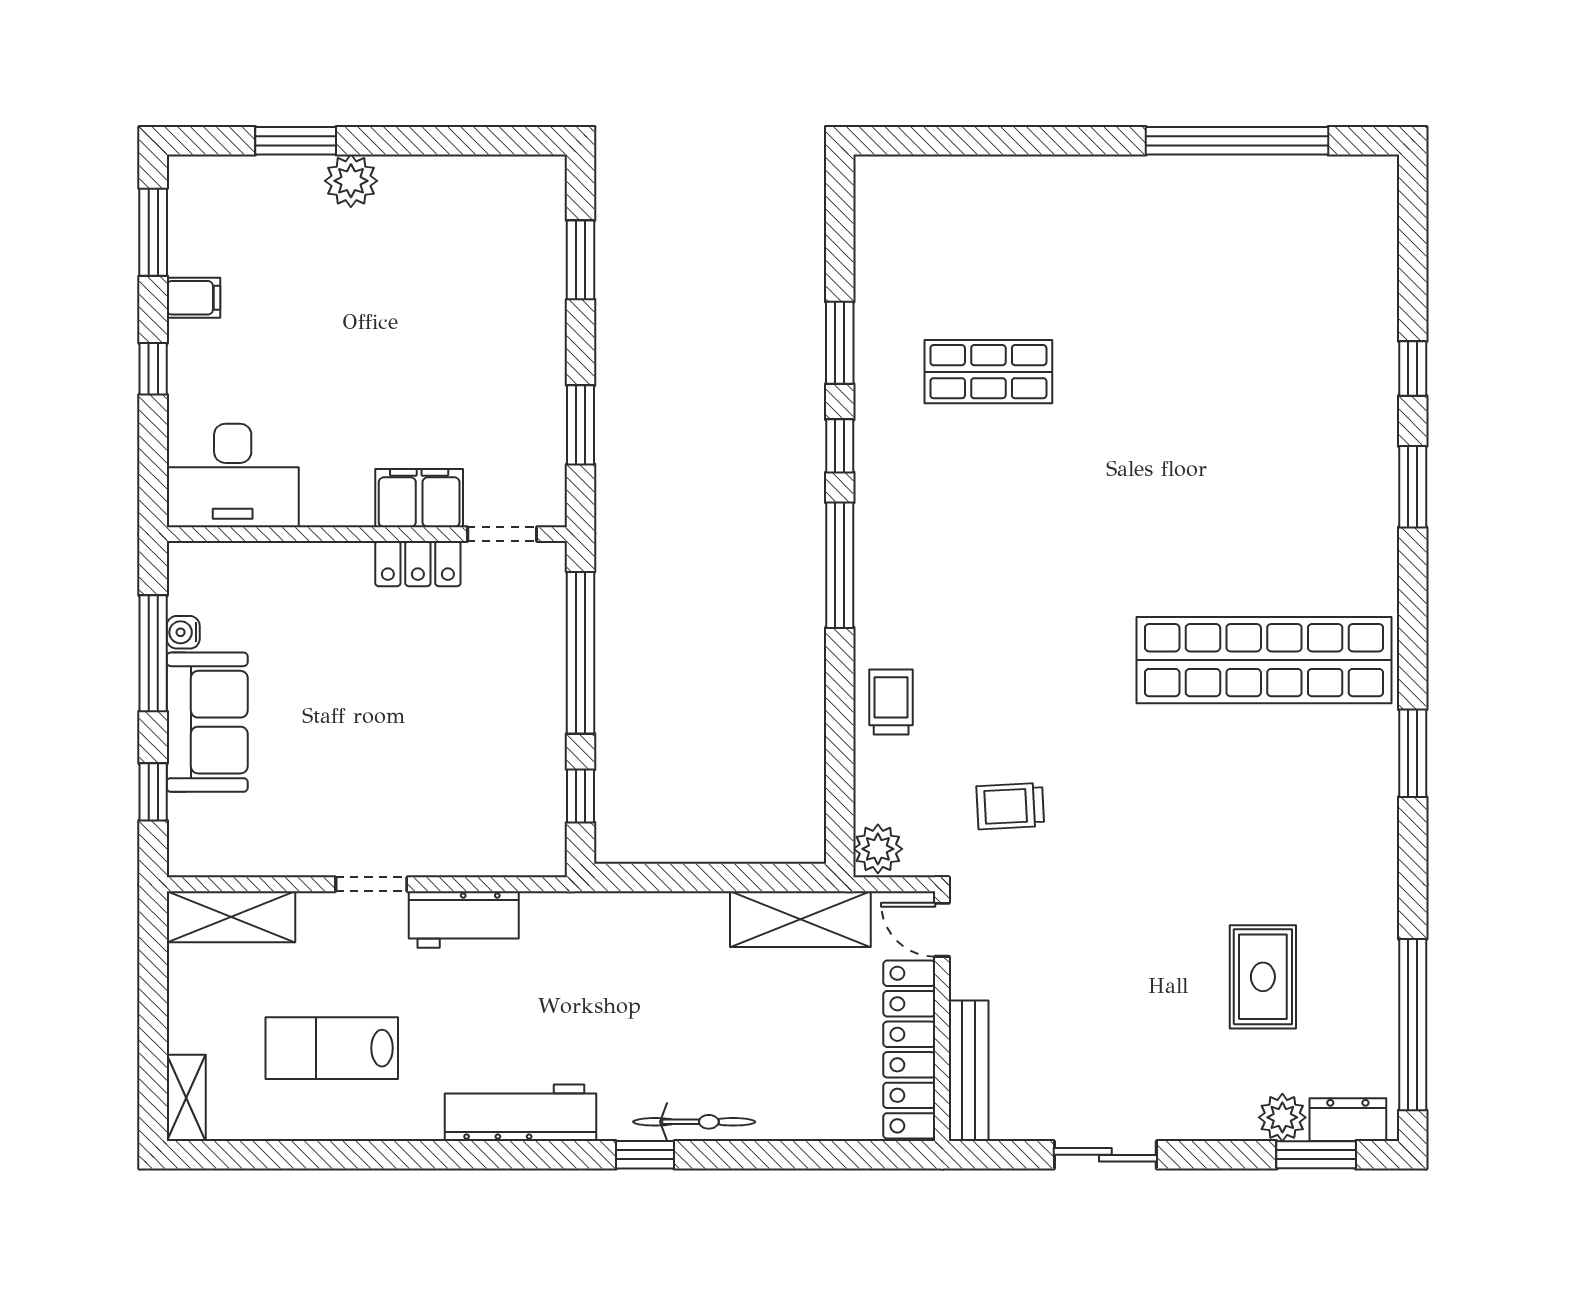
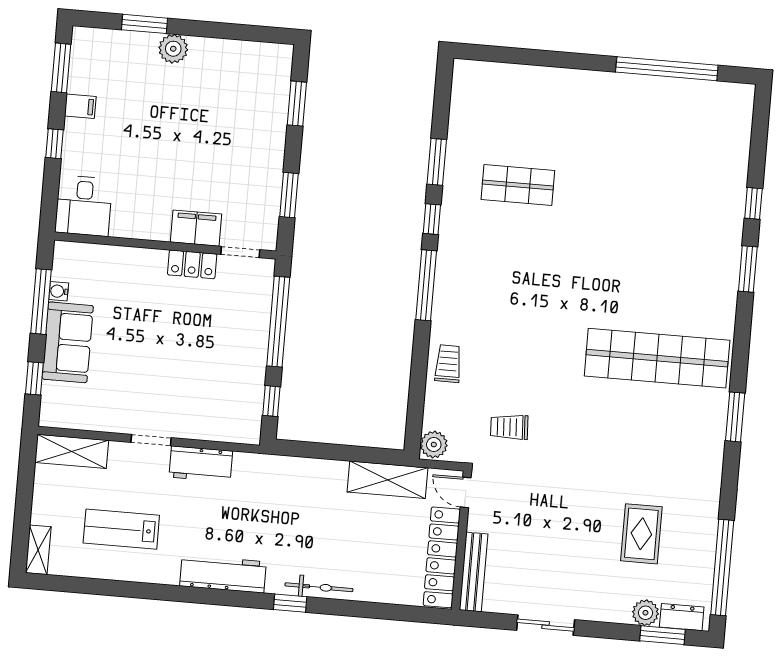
desk: (233, 475) -> (84, 206), width x0.73

